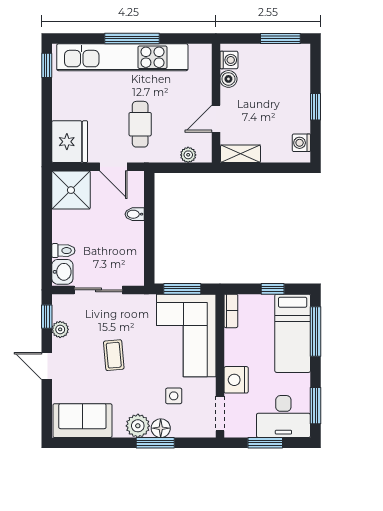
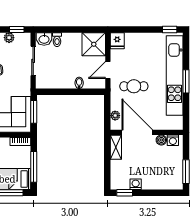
window: (132, 39) -> (186, 81), width x0.69
window: (315, 107) -> (125, 193), moved
door: (216, 119) -> (137, 132), width x1.88
fridge: (70, 142) -> (117, 41), width x0.53, depth x0.75
washing machine: (301, 143) -> (136, 184), moved
window: (273, 289) -> (34, 167), width x2.17

